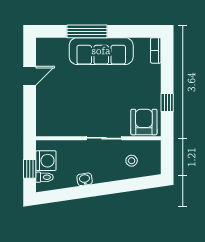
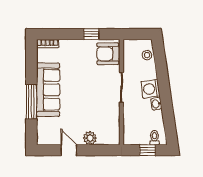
plant: (44, 101) -> (90, 138), added
washing machine: (46, 161) -> (150, 89), moved, turned -98
stool: (132, 161) -> (147, 55), moved

